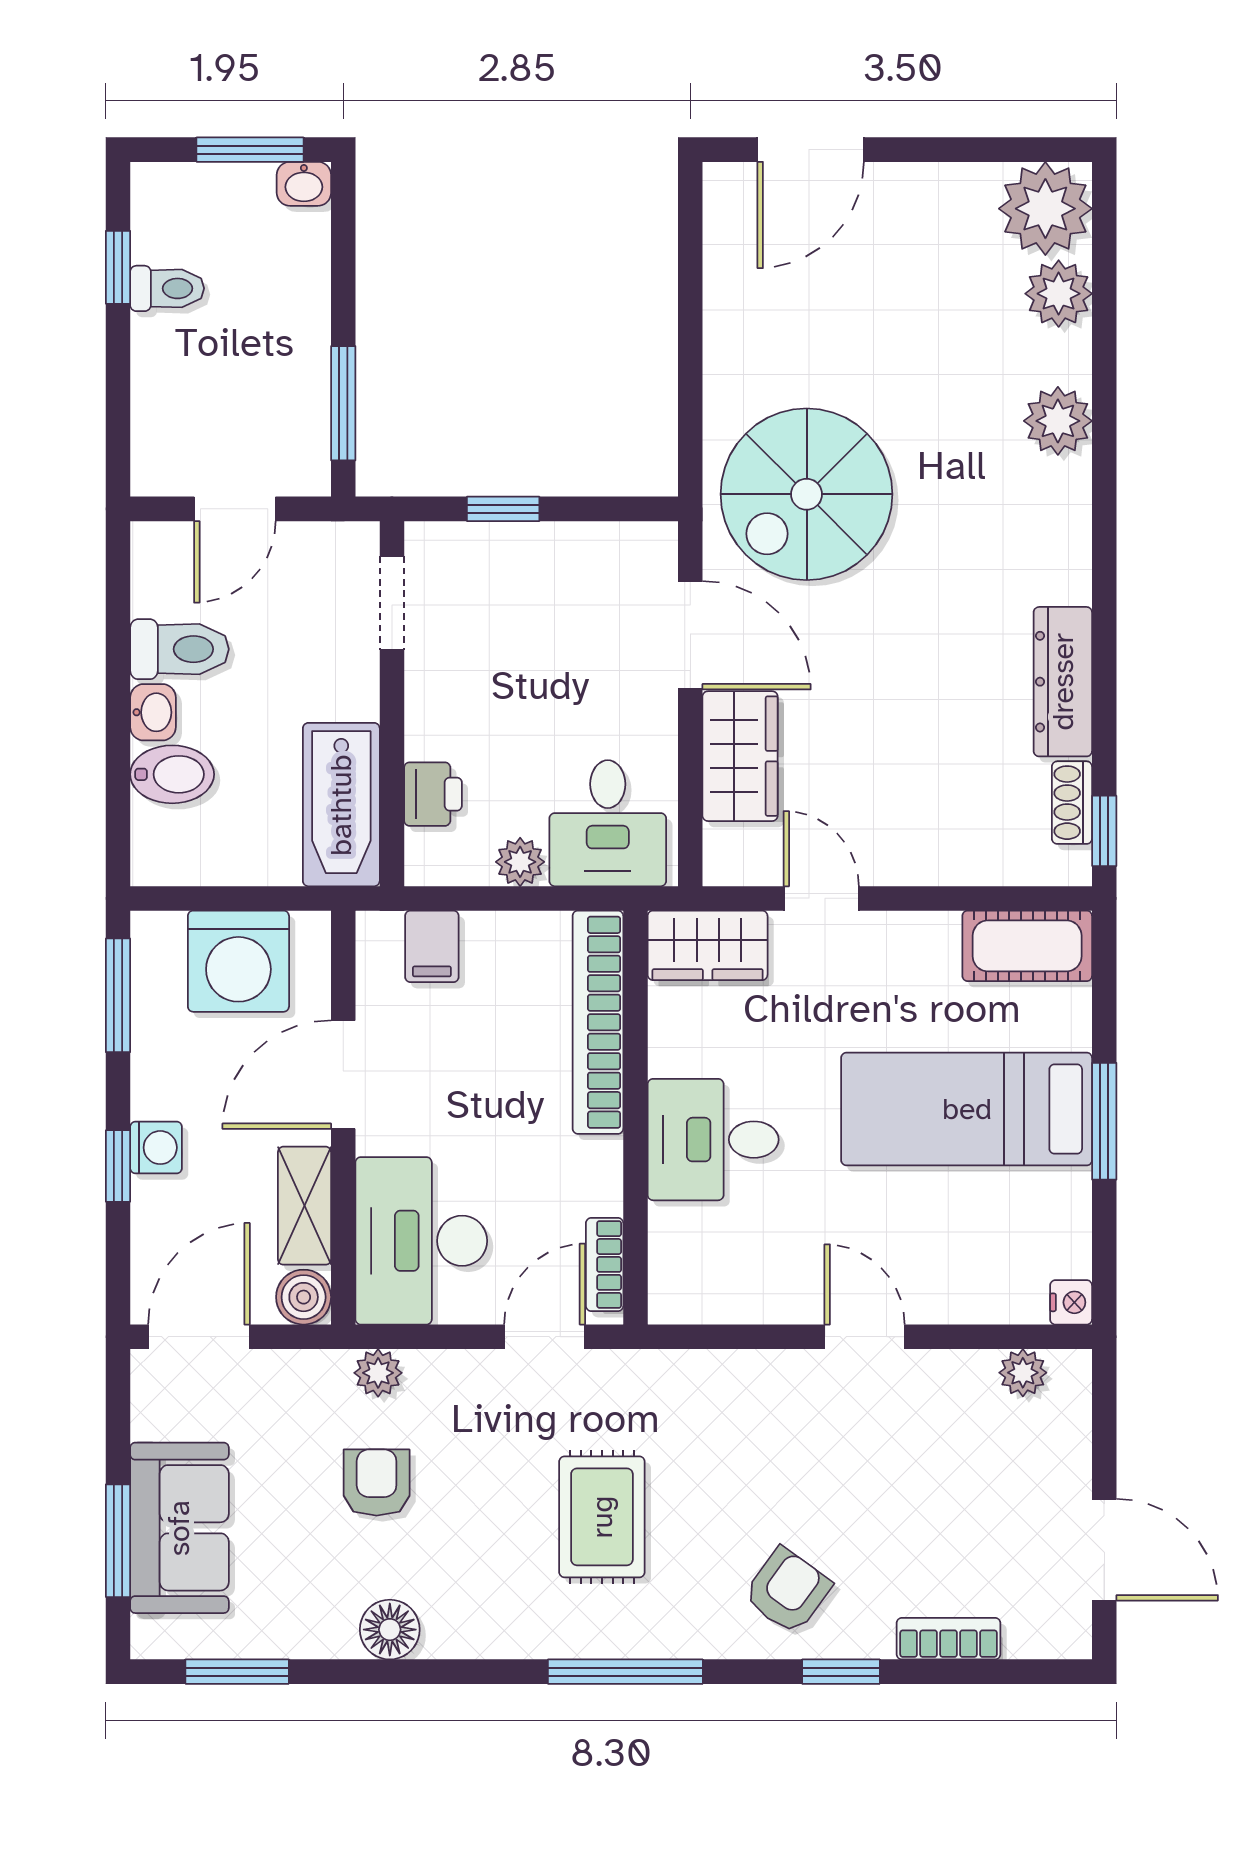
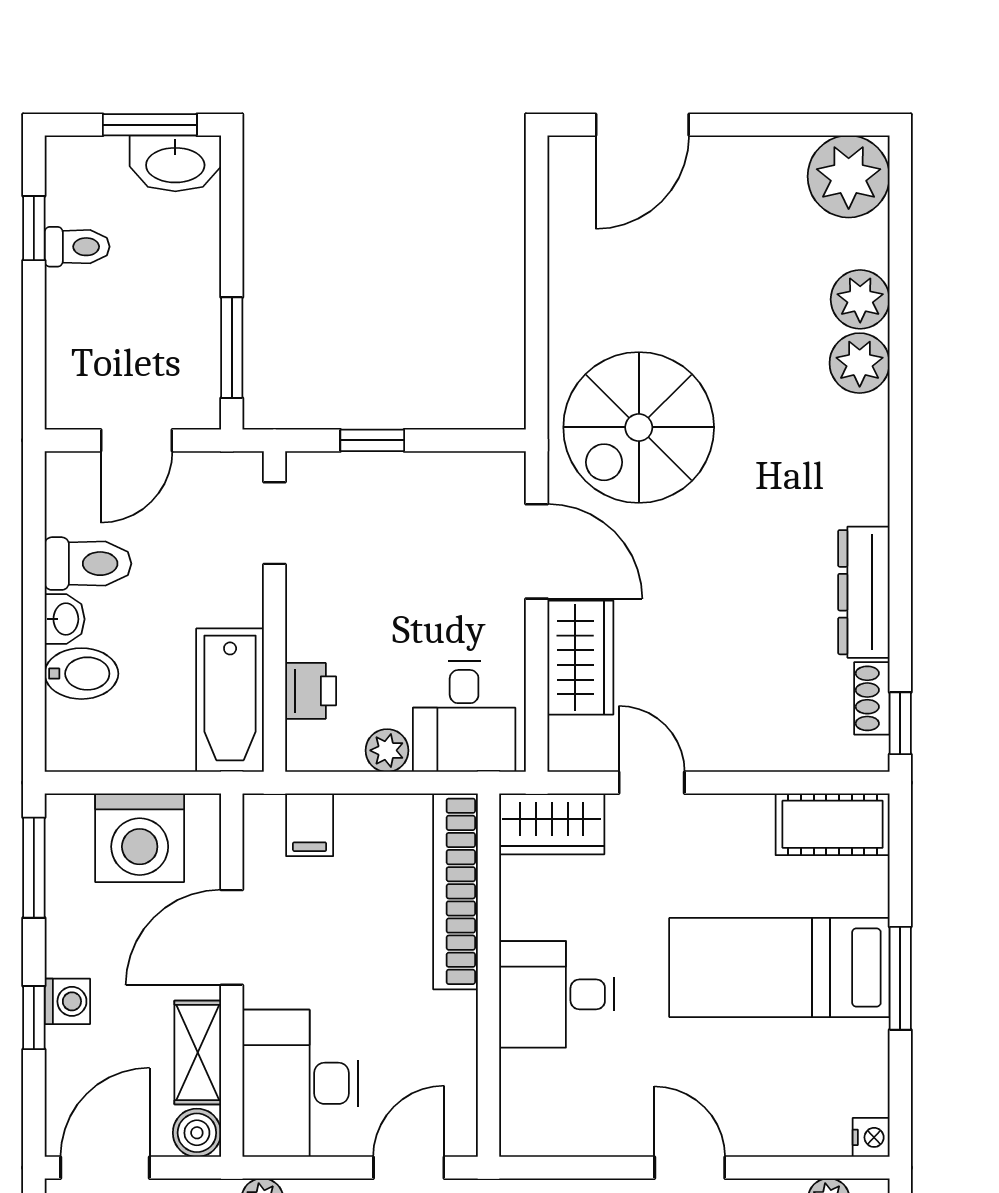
washbasin: (304, 184) -> (175, 163), width x1.91, depth x1.45
plant: (1059, 294) -> (860, 299), moved
bookcase: (605, 1264) -> (461, 1104), removed

